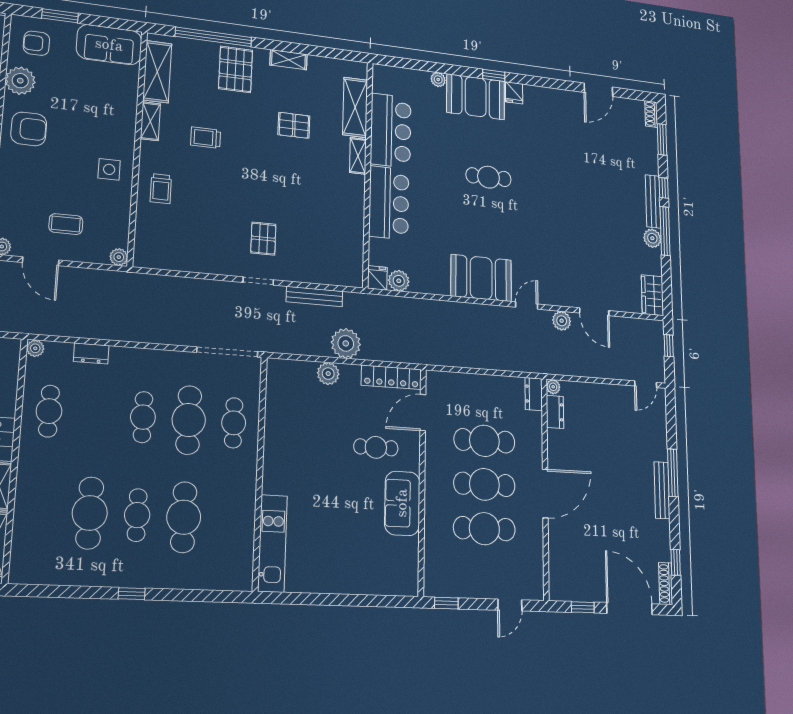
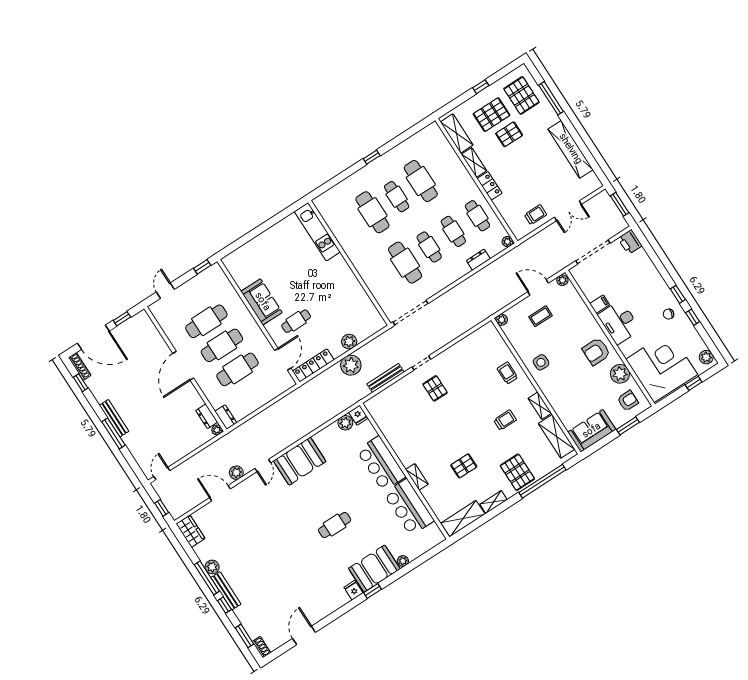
shelving: (355, 107) -> (463, 519), moved, turned 90
cafe table: (234, 423) -> (453, 231), moved

